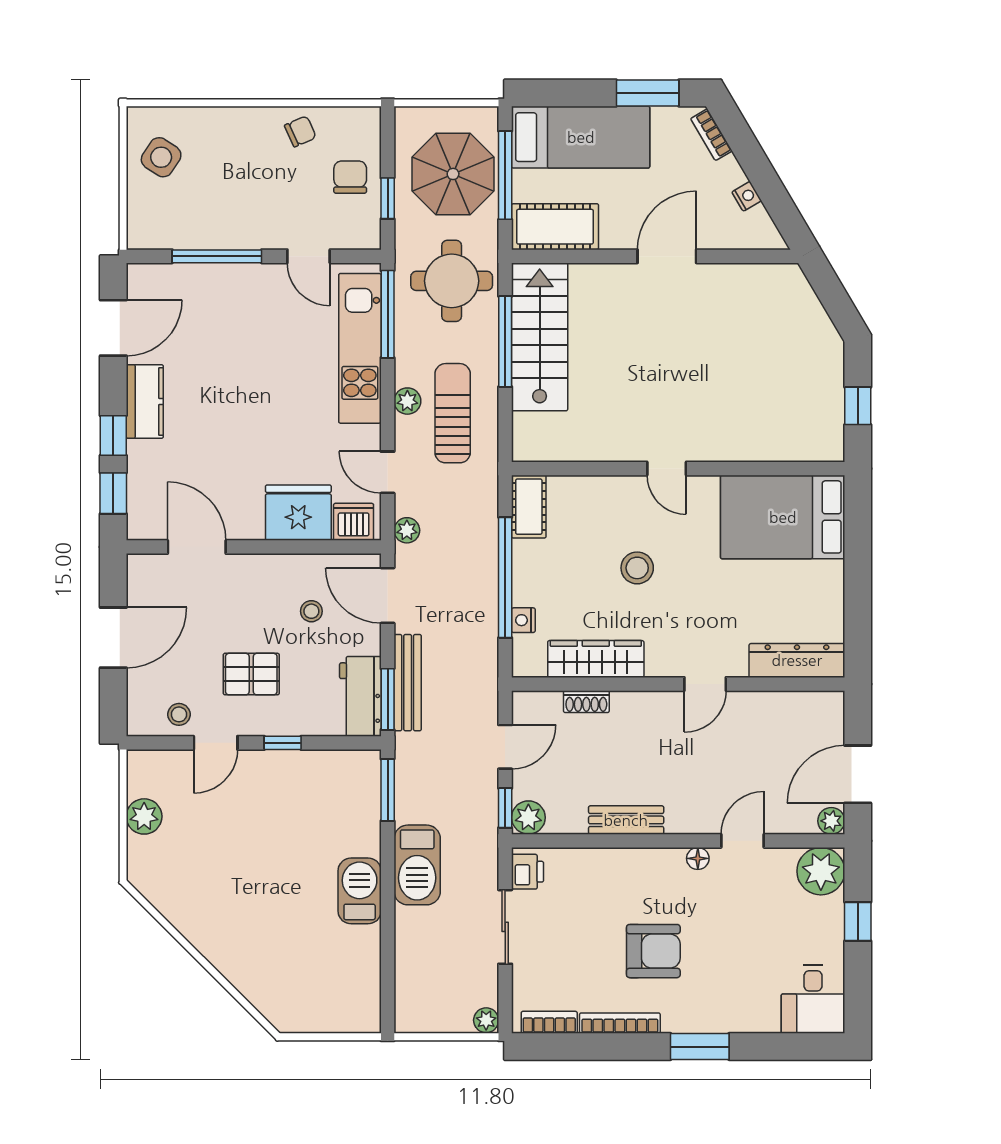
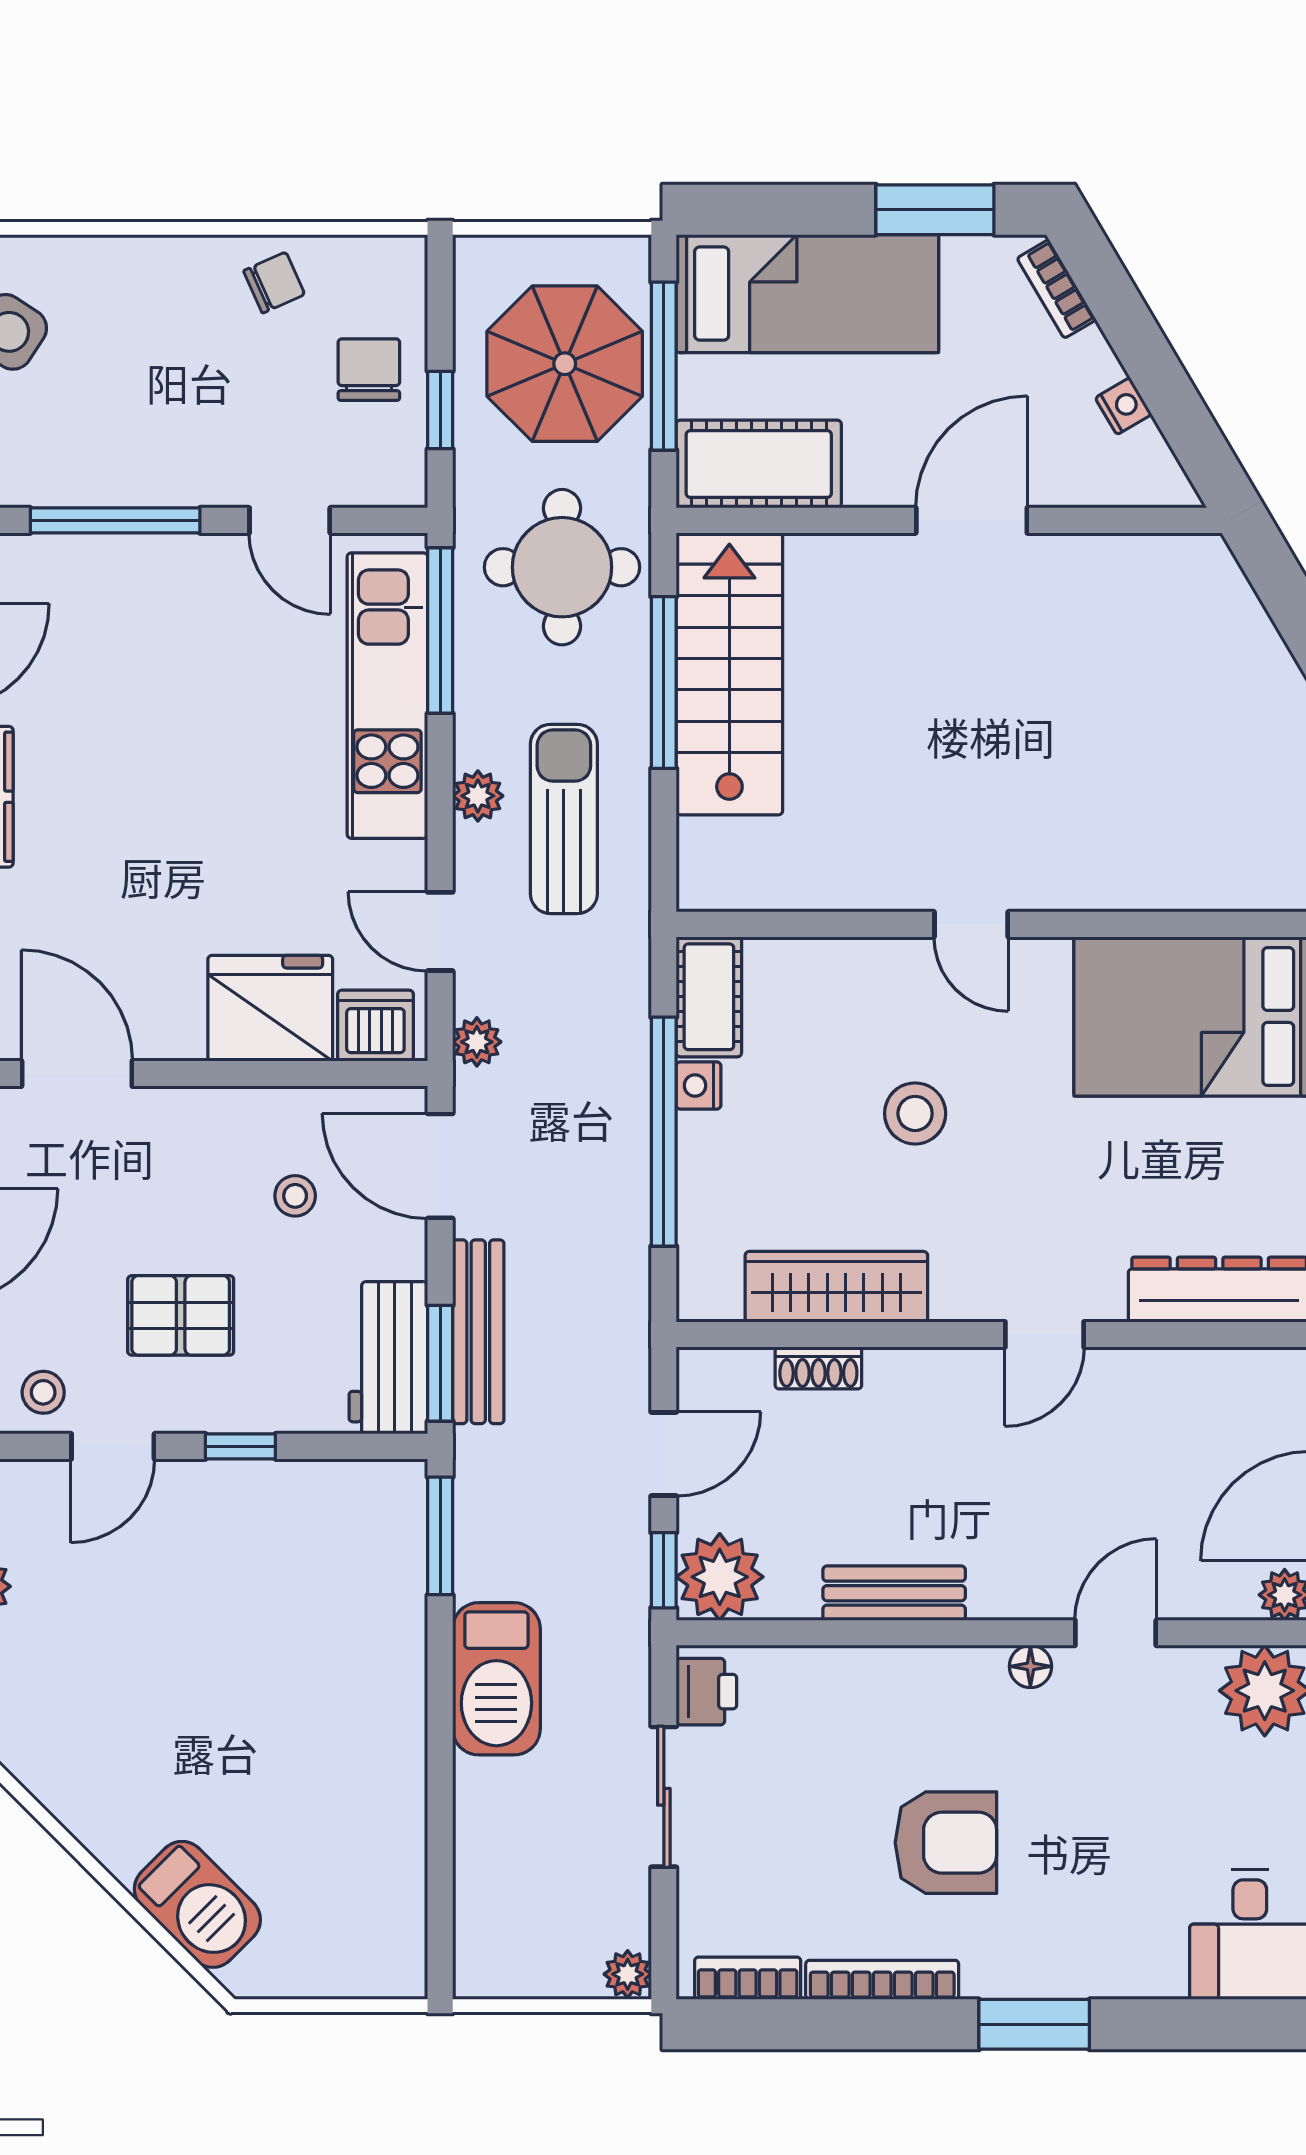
nightstand: (523, 620) -> (699, 1085), moved
plant: (528, 818) -> (720, 1577), width x1.36, depth x1.36
barbecue: (360, 891) -> (197, 1904), moved, turned 135

